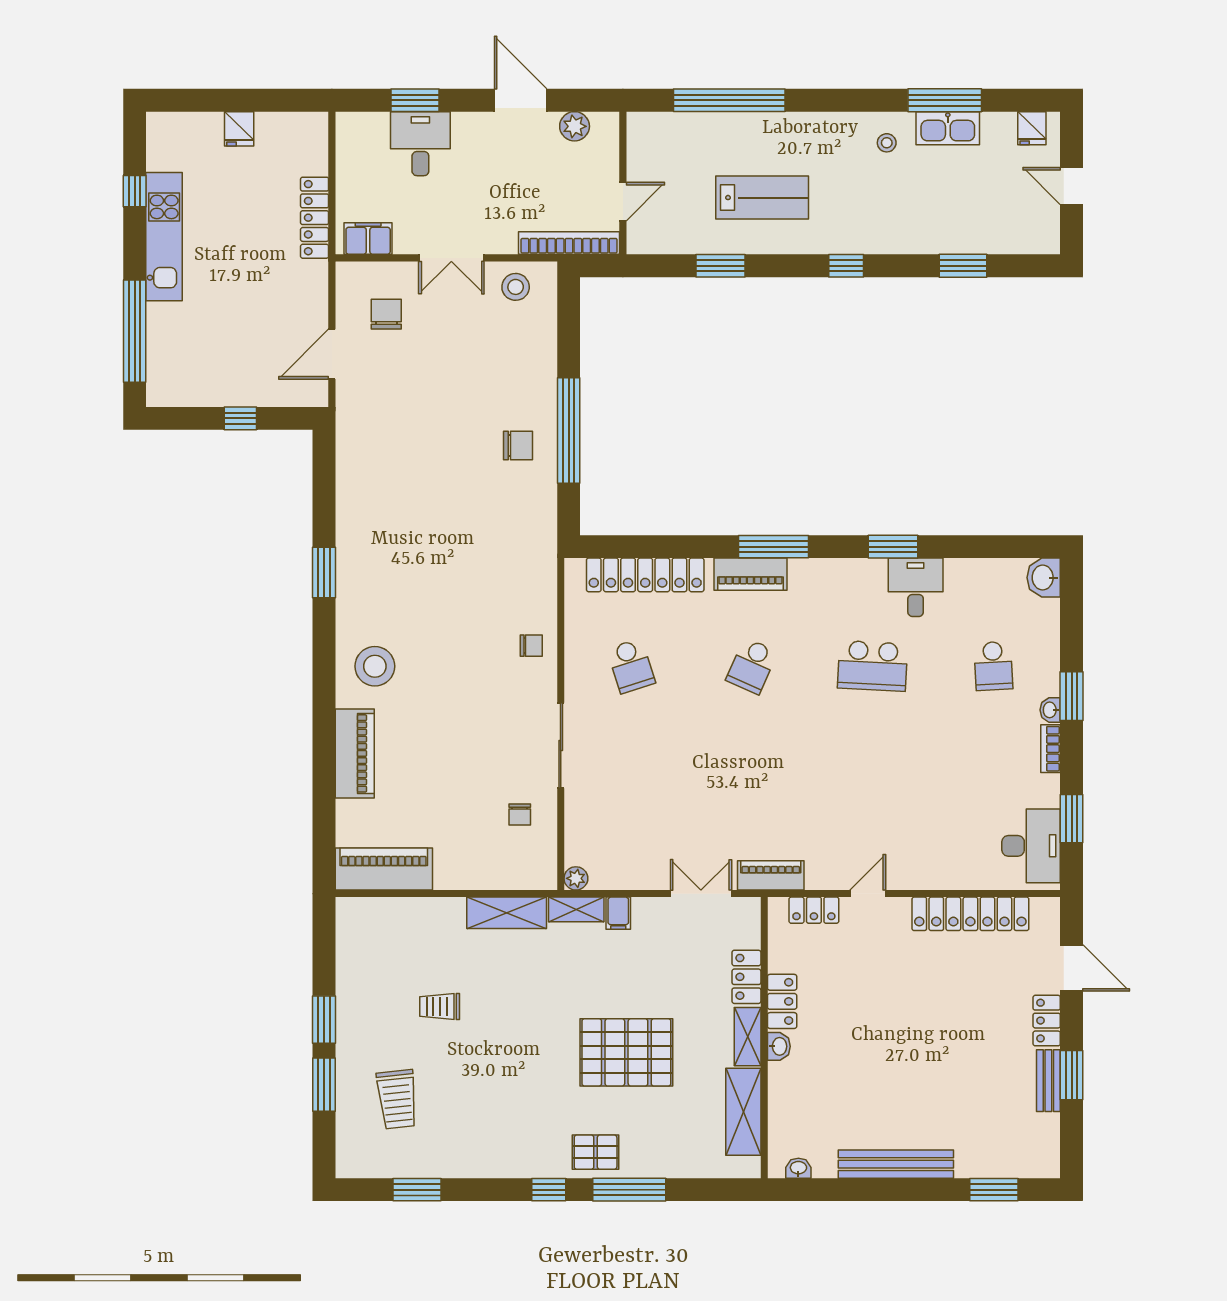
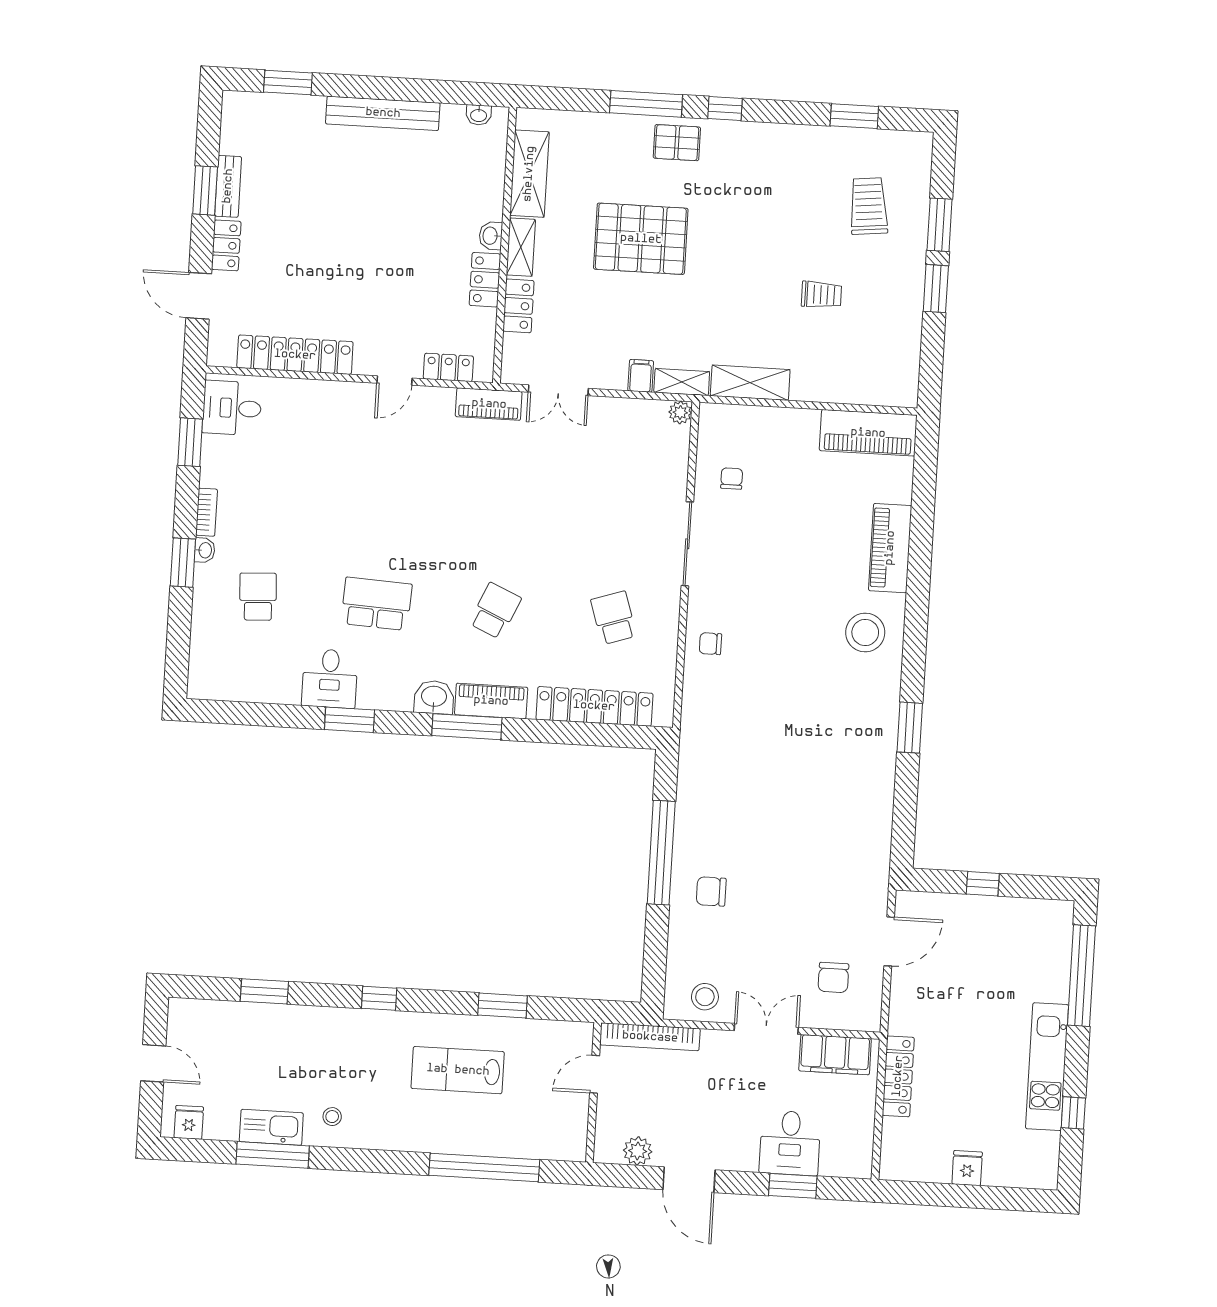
filing cabinet: (368, 239) -> (835, 1055), width x1.50, depth x1.17
chair: (518, 446) -> (711, 891), moved
washbasin: (1044, 578) -> (434, 697), moved, turned -90
desk: (1031, 846) -> (232, 408), width x0.73

